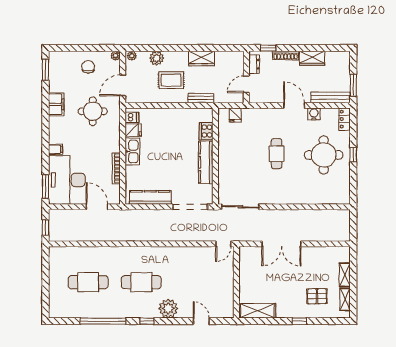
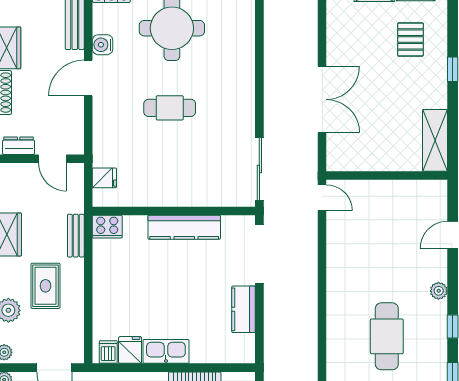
cooker: (206, 131) -> (107, 227), moved
kitchen counter: (150, 197) -> (244, 309), width x0.67
plant: (168, 308) -> (439, 291), width x0.53, depth x0.53

